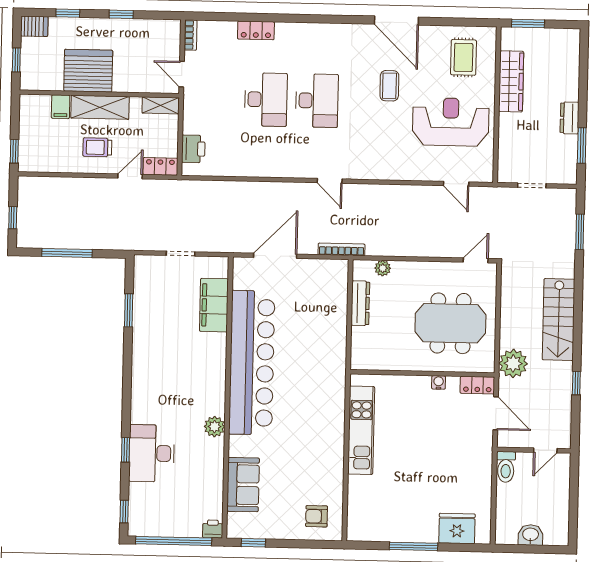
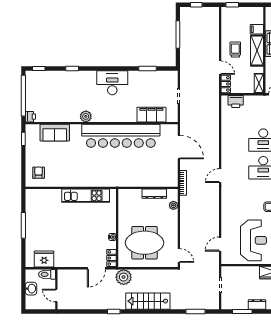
meeting table: (450, 323) -> (145, 243), turned 90
wall: (534, 450) -> (56, 289), moved
door: (545, 450) -> (56, 296), moved
desk: (152, 453) -> (112, 83), moved
toilet: (506, 467) -> (47, 274), moved
fridge: (457, 528) -> (44, 259), moved, turned -90

